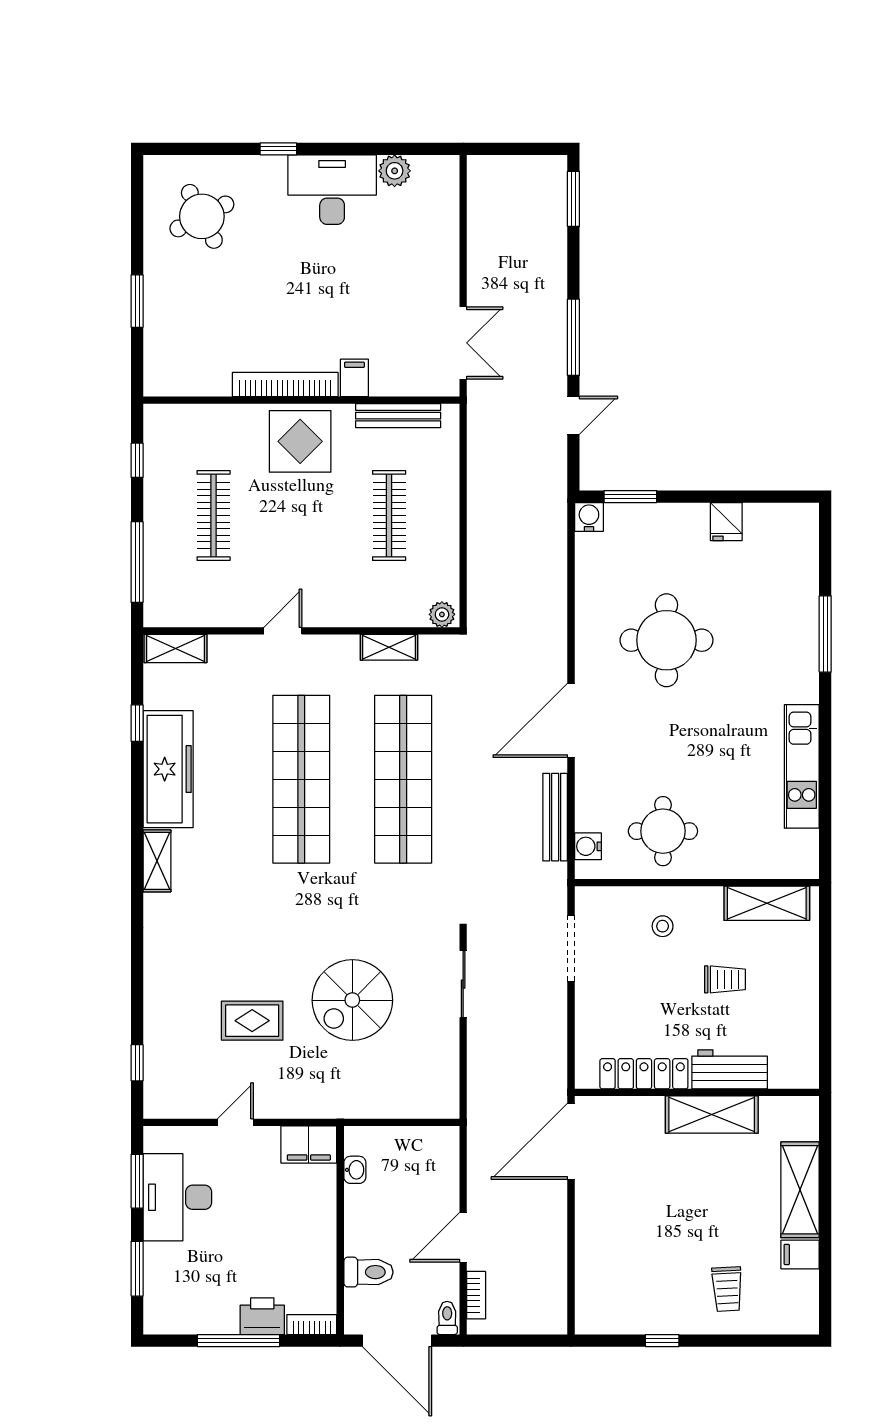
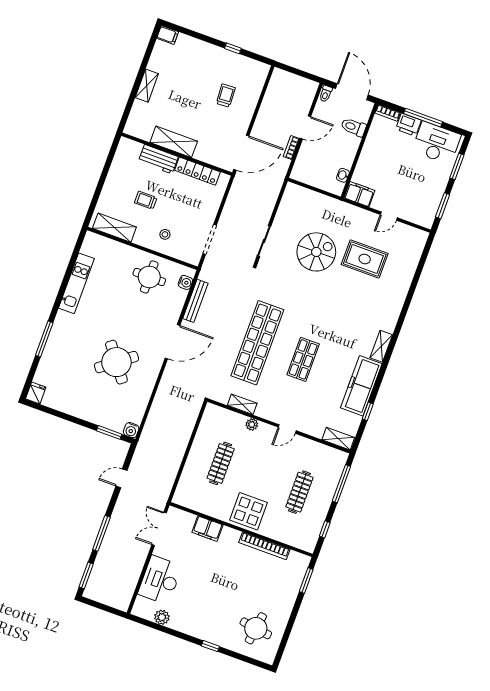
desk: (332, 190) -> (160, 580), moved, turned 90
round table: (202, 216) -> (256, 628), turned 35
window: (137, 301) -> (306, 580), moved
window: (573, 337) -> (101, 533), moved
filing cabinet: (354, 378) -> (207, 529), width x2.00
bookcase: (285, 384) -> (264, 546), moved
bench: (398, 416) -> (200, 507), removed
fridge: (726, 522) -> (36, 393), moved
plant: (442, 614) -> (252, 424), moved
round table: (666, 640) -> (116, 362), turned -37
shop shelf: (301, 779) -> (303, 359), width x0.50, depth x0.74
rug: (252, 1021) -> (365, 259), width x1.36, depth x1.43
window: (137, 1063) -> (423, 259), removed
shelving: (800, 1190) -> (147, 86), width x0.67, depth x0.75
desk: (177, 1197) -> (436, 143), moved, turned -90
filing cabinet: (800, 1254) -> (168, 35), moved
trolley: (727, 1289) -> (226, 96), moved
bookcase: (476, 1295) -> (291, 147), moved

